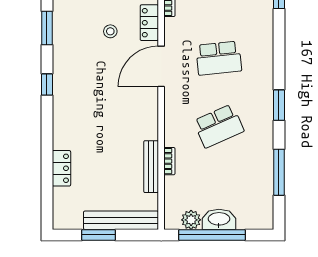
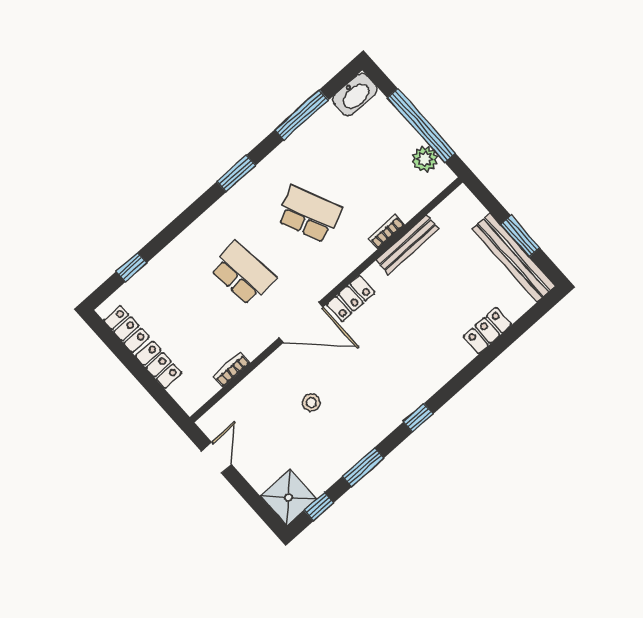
locker: (149, 23) -> (351, 298), moved
washbasin: (219, 219) -> (355, 95), moved, turned -90
bench: (121, 220) -> (513, 258), moved

